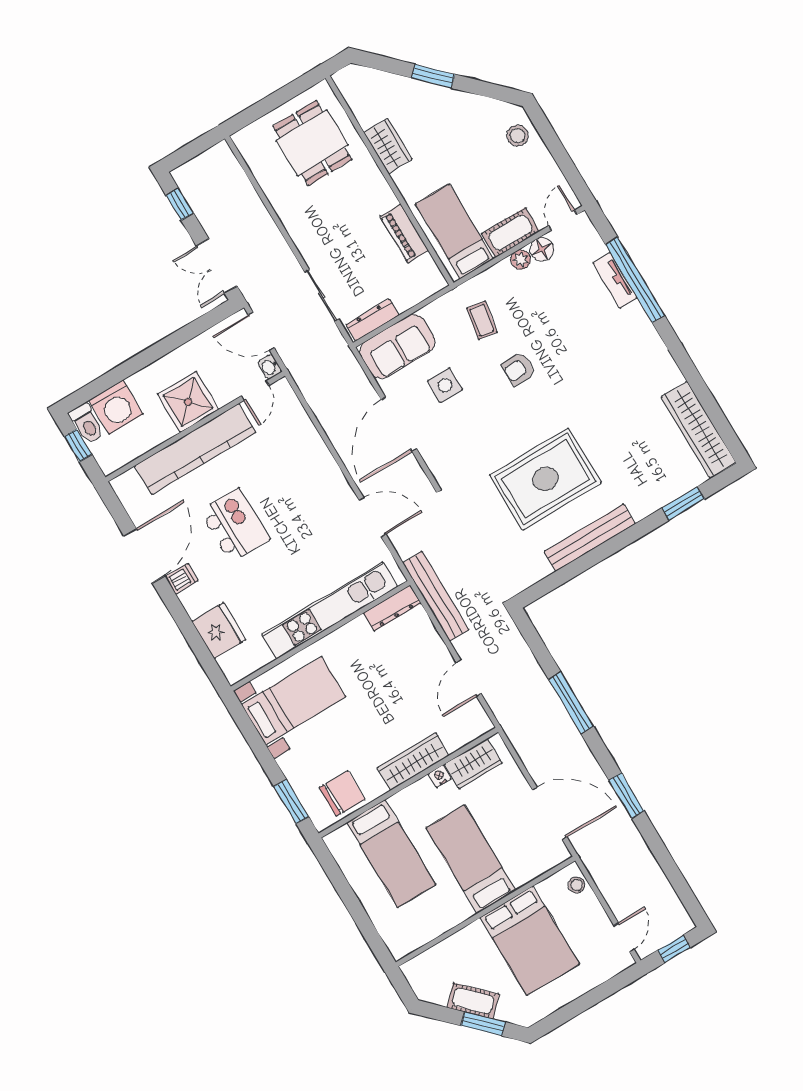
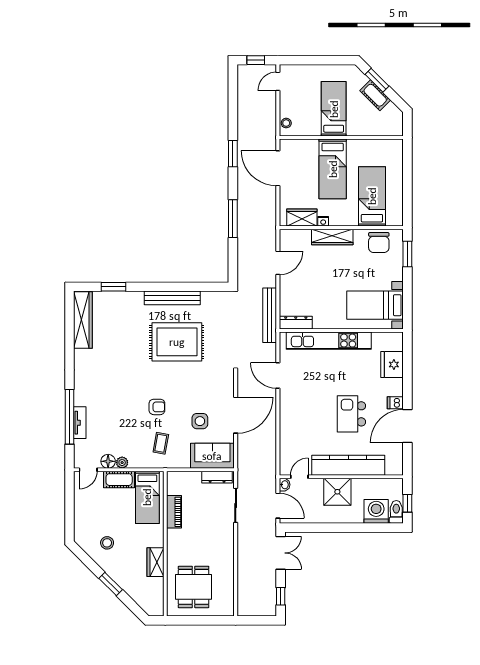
stool: (518, 136) -> (107, 543), moved
chair: (342, 794) -> (379, 242), turned -90
bed: (530, 941) -> (334, 109), width x0.67

